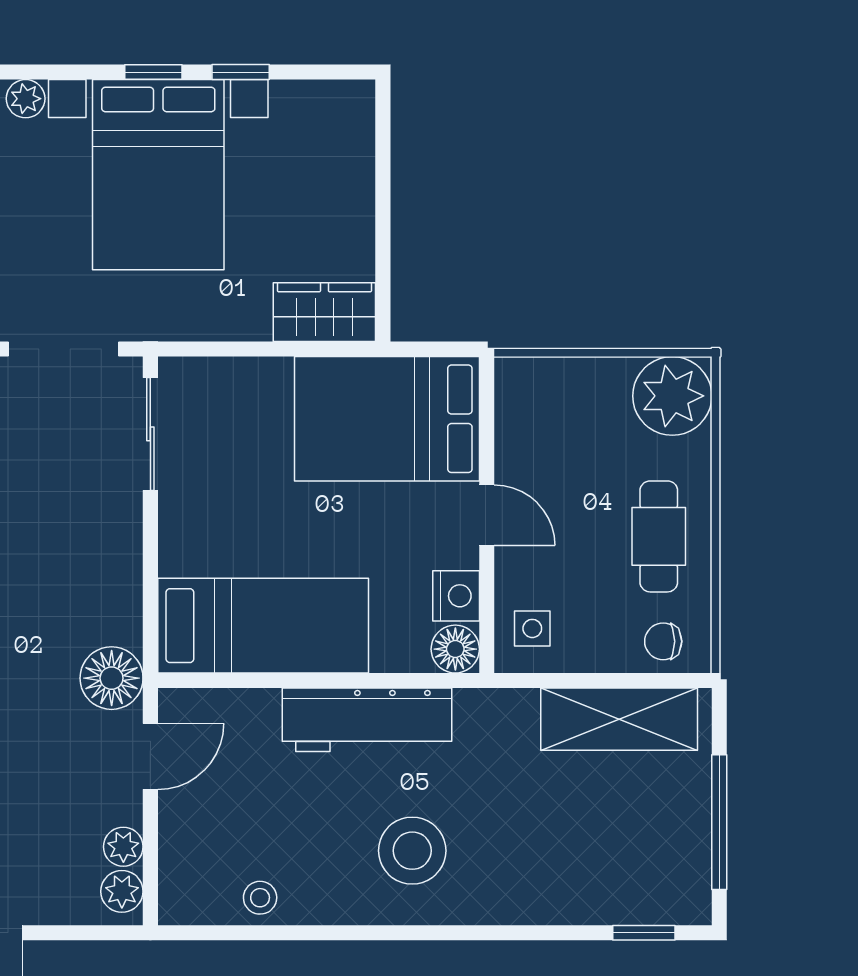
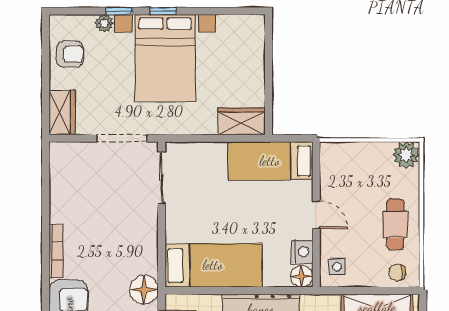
window: (241, 72) -> (119, 11), moved
plant: (672, 396) -> (406, 155), width x0.73, depth x0.73
bed: (387, 419) -> (270, 161), width x0.67

